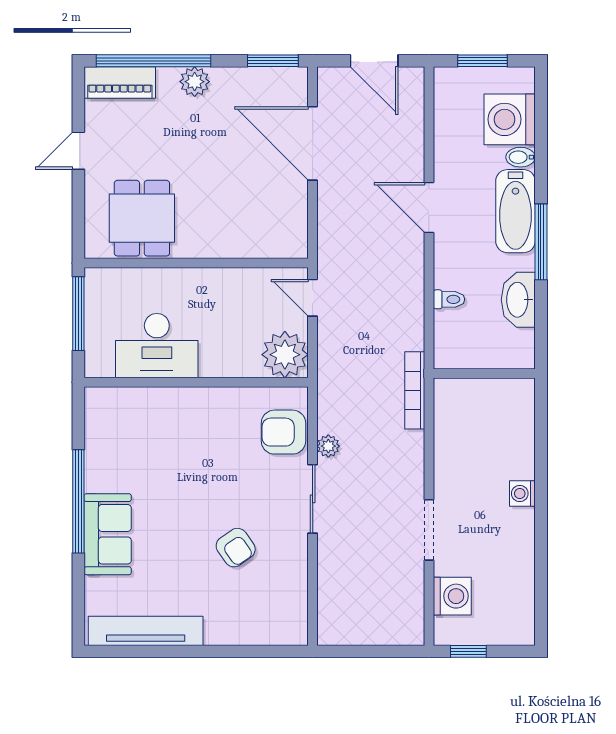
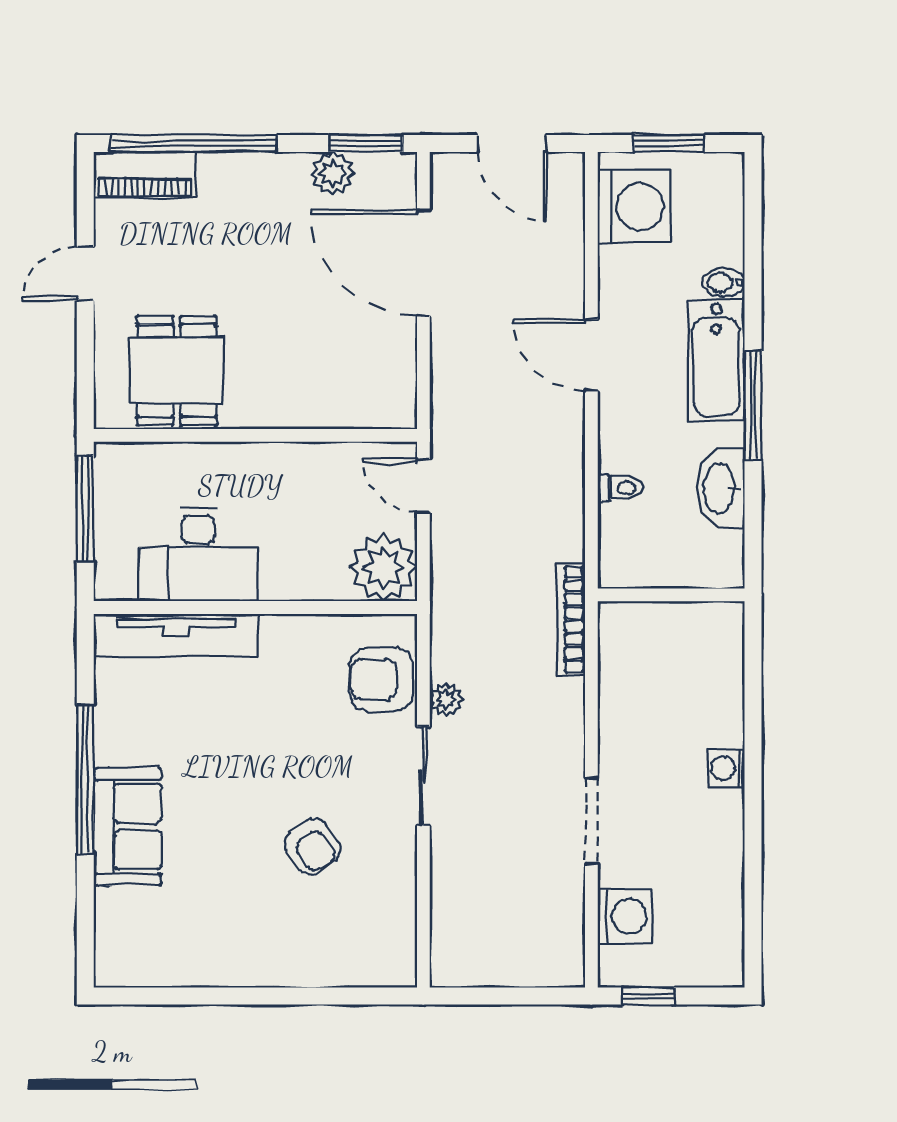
plant: (195, 82) -> (333, 173), moved
washing machine: (510, 119) -> (634, 207), moved, turned 180
tv unit: (146, 631) -> (176, 635), moved, turned 180

